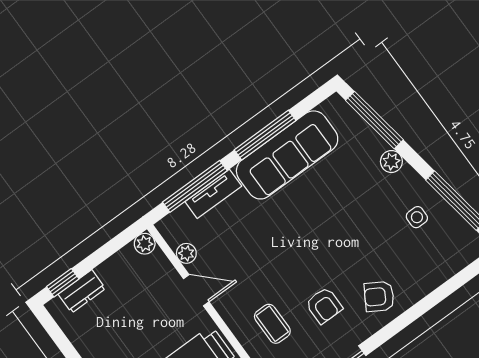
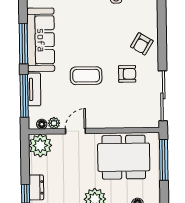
floor lamp: (173, 238) -> (42, 124), added
plant: (145, 244) -> (40, 146), width x1.88, depth x1.88
coffee table: (272, 324) -> (86, 76), moved, width x1.36, depth x1.30

